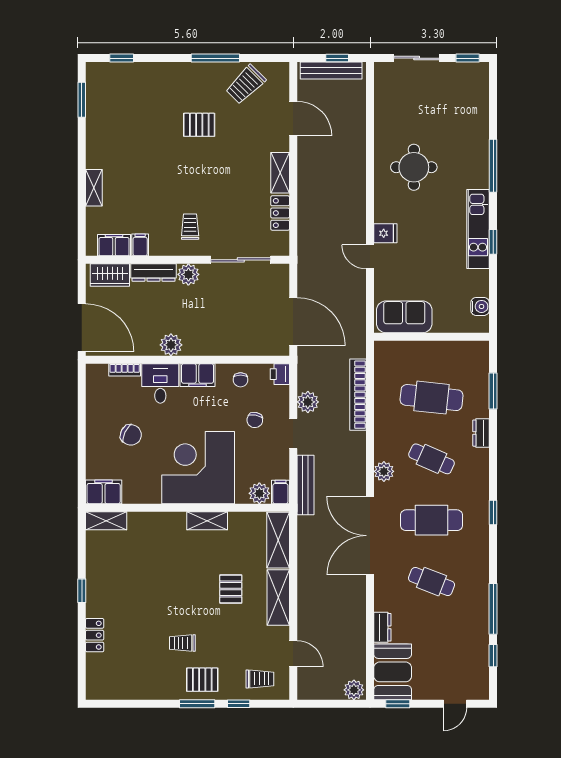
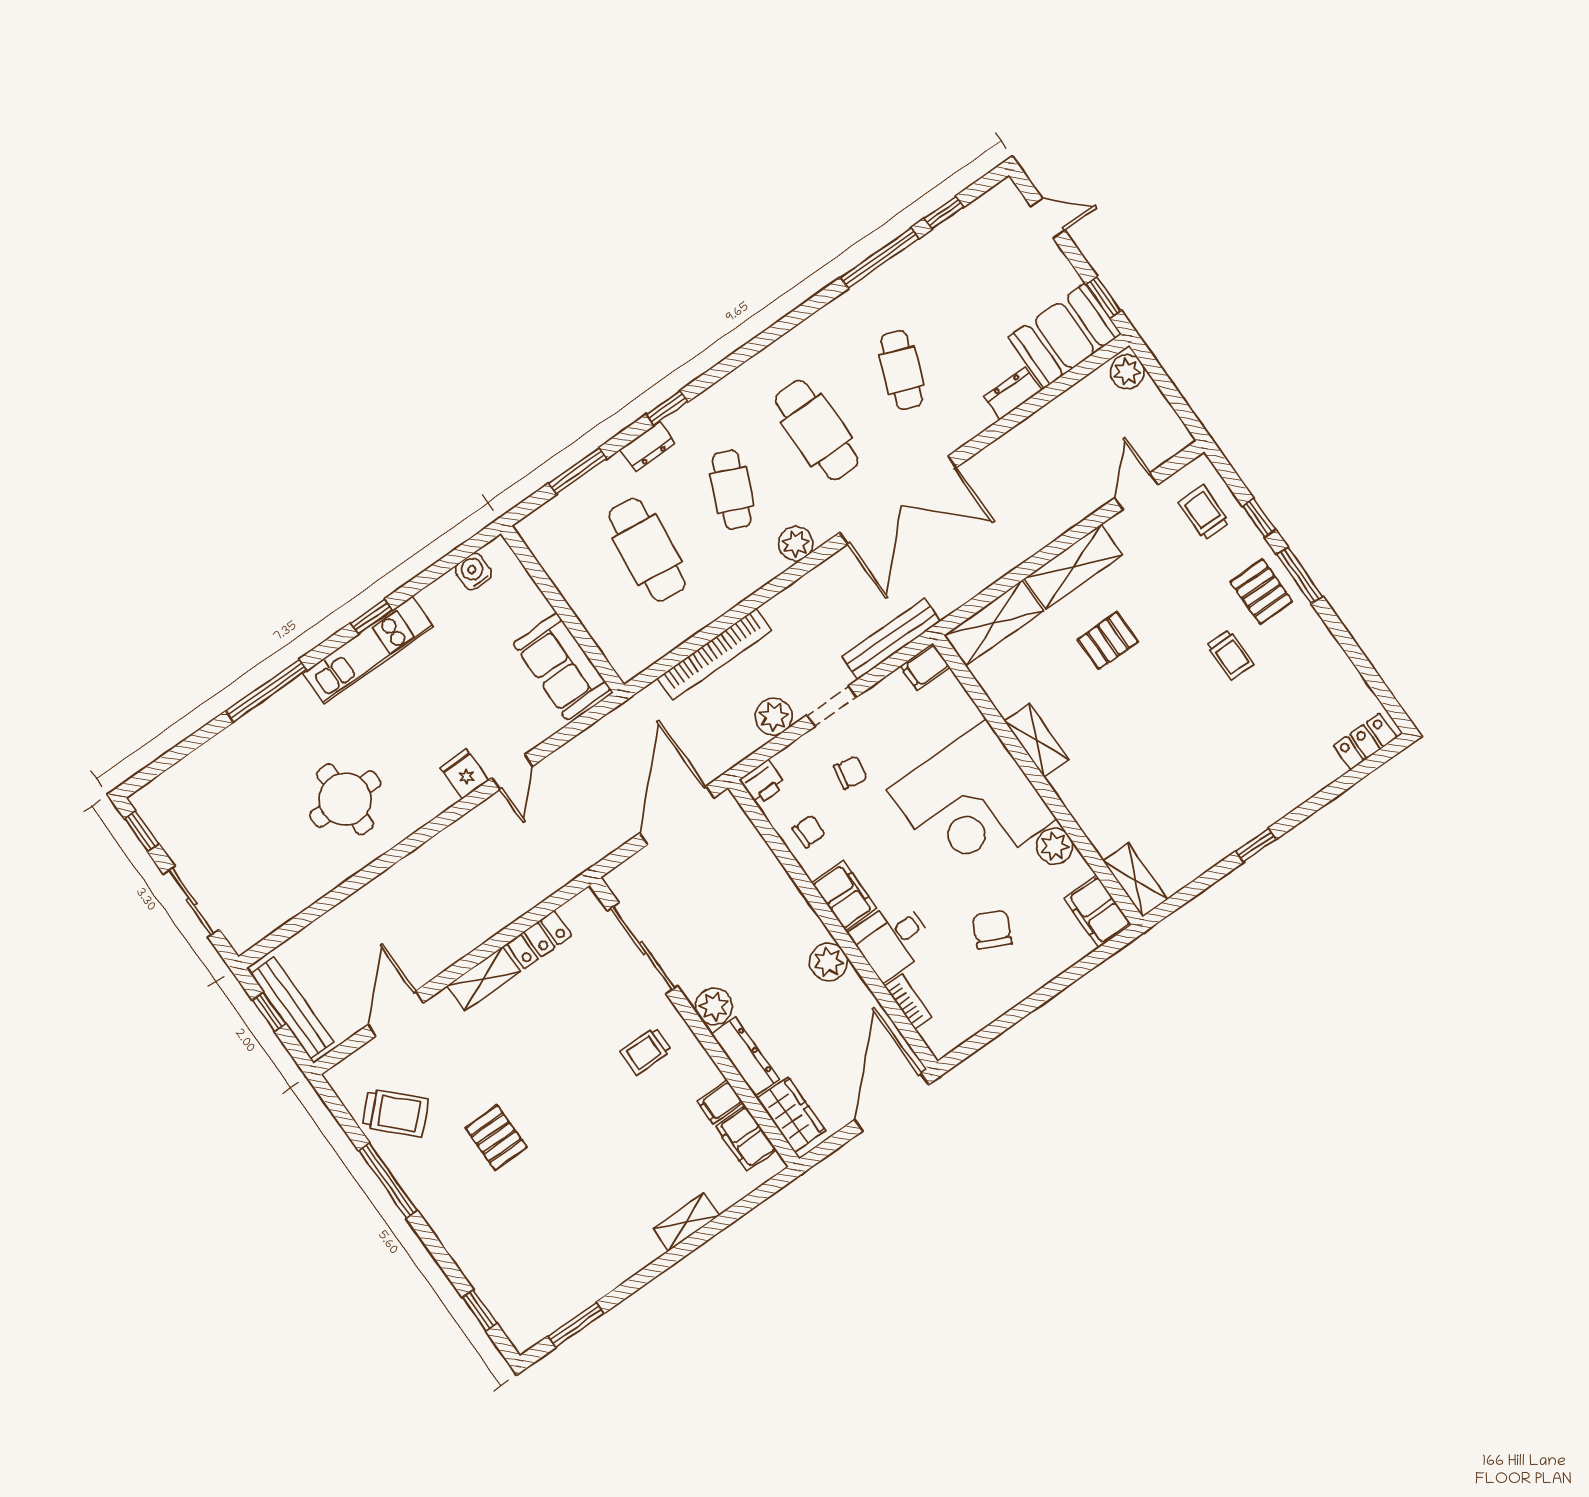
plant: (259, 493) -> (1054, 846), moved
window: (493, 513) -> (667, 408), moved
locker: (95, 635) -> (1365, 742), moved

